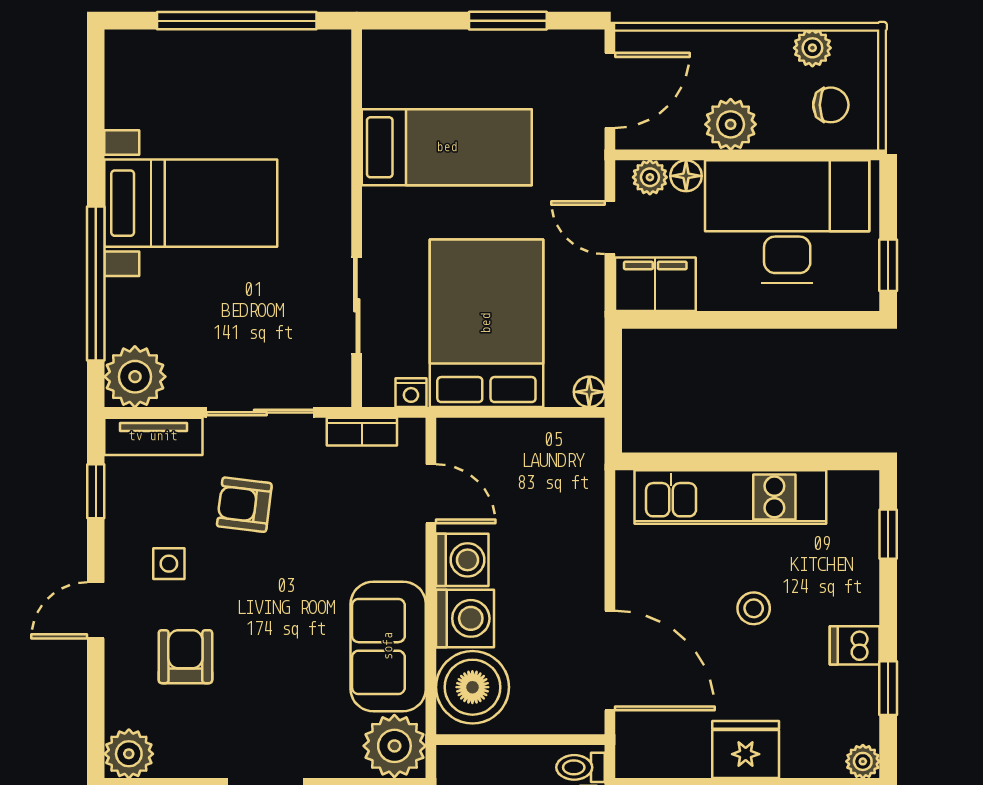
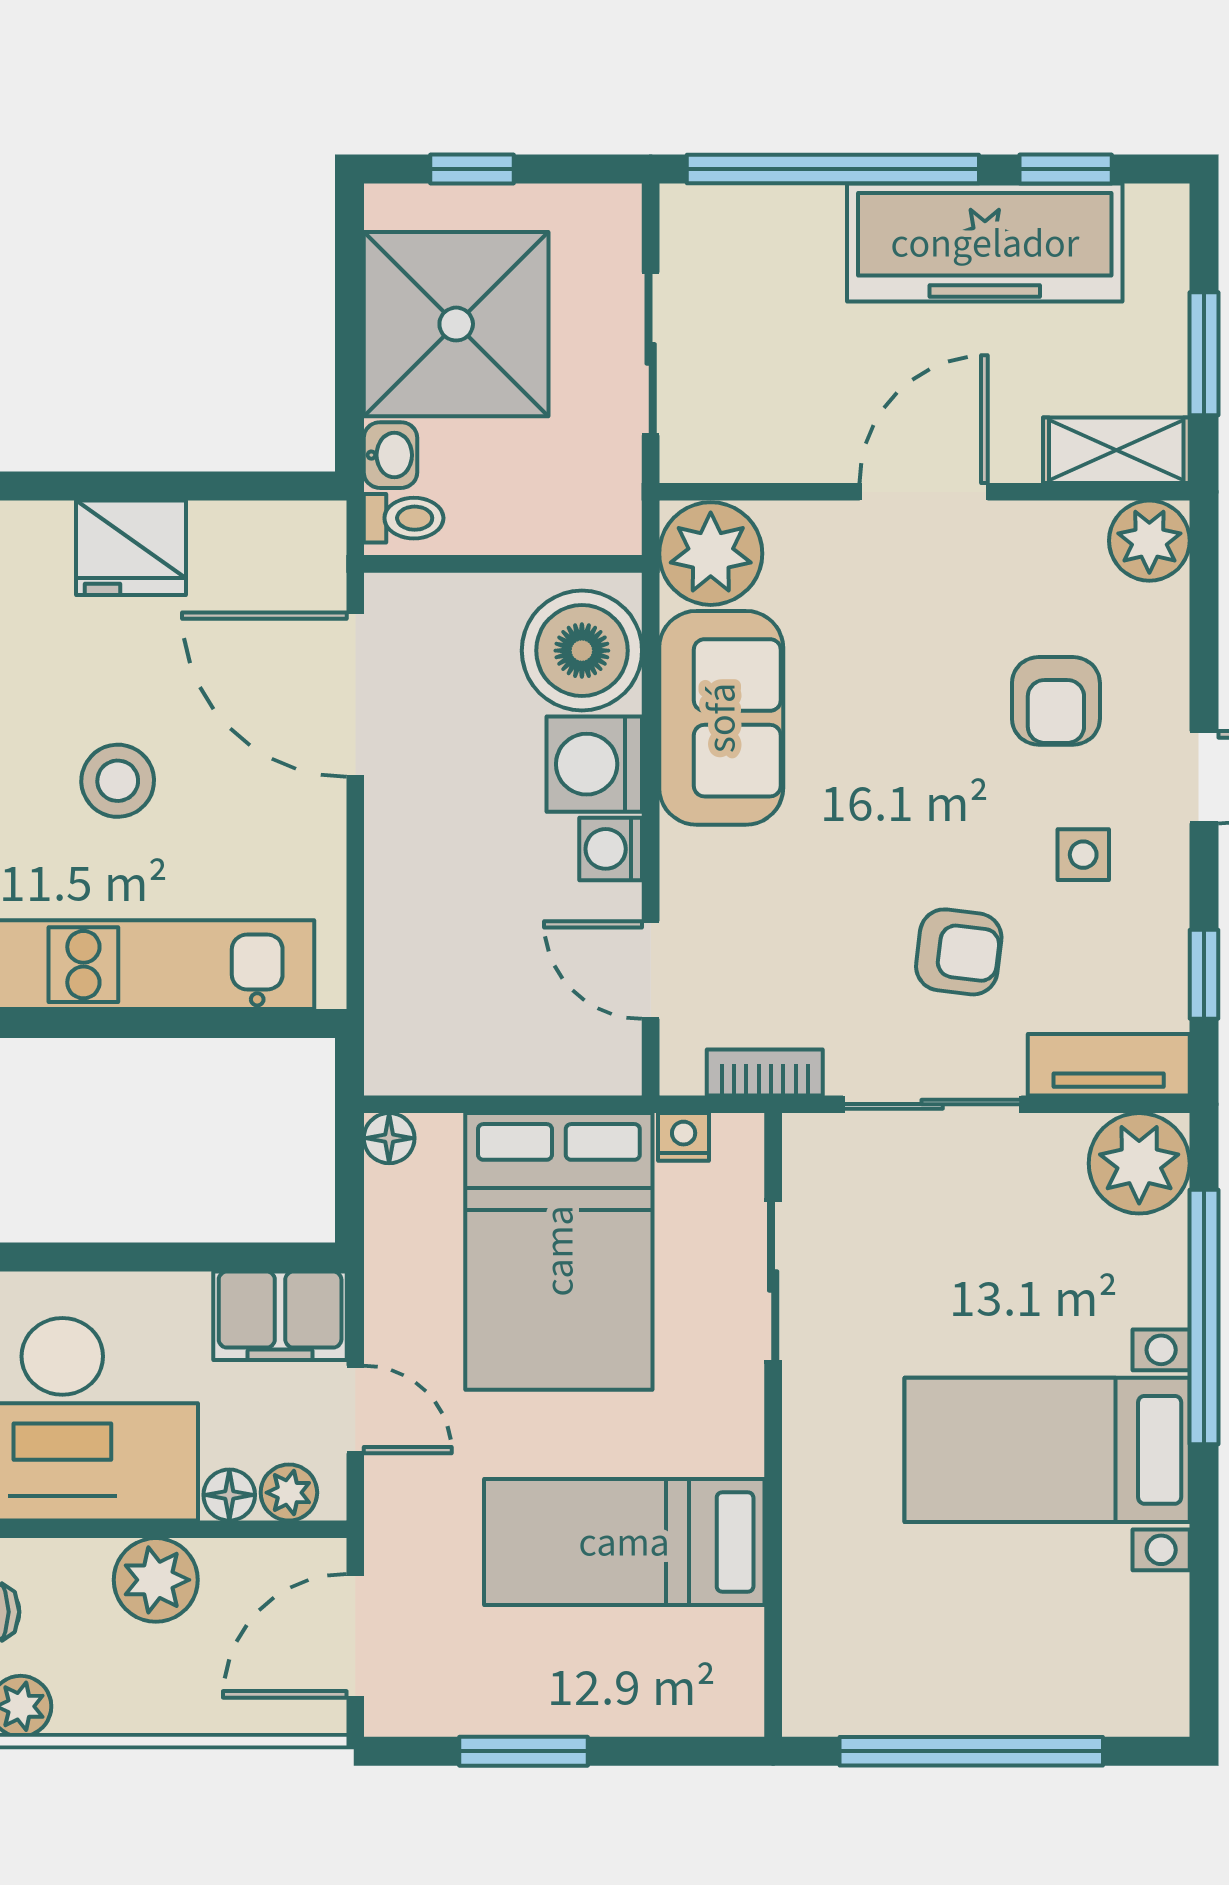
washing machine: (462, 560) -> (611, 849), width x0.73, depth x0.73
stool: (754, 608) -> (118, 781), width x1.37, depth x1.37

